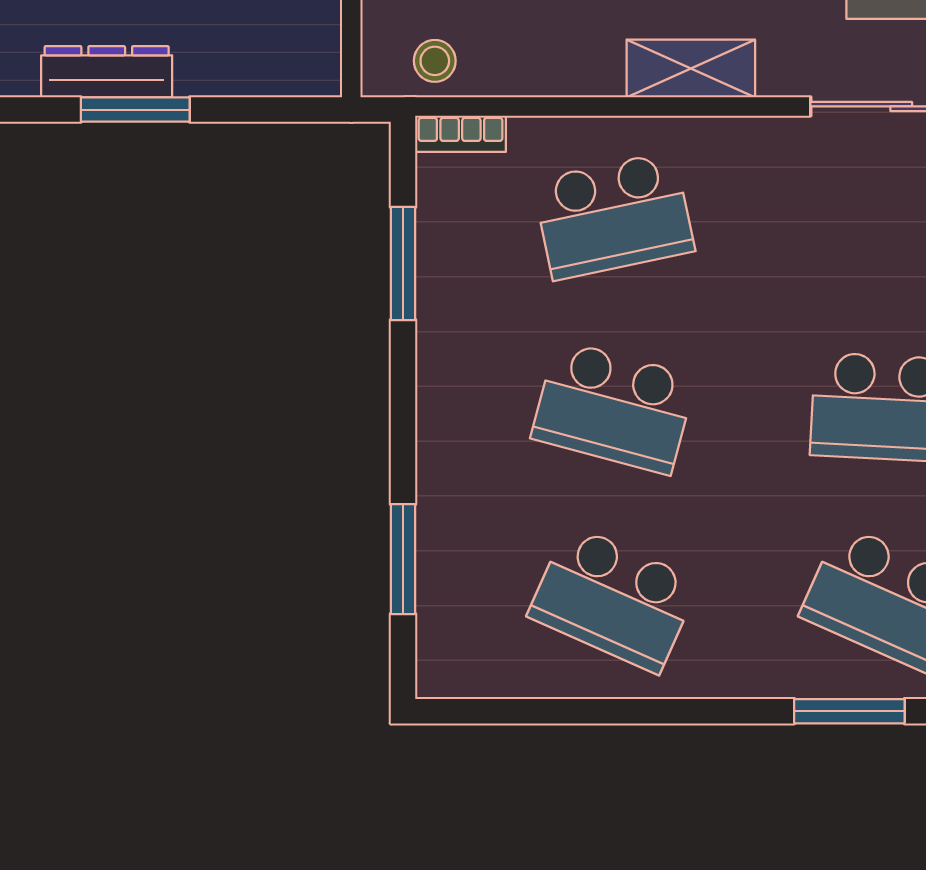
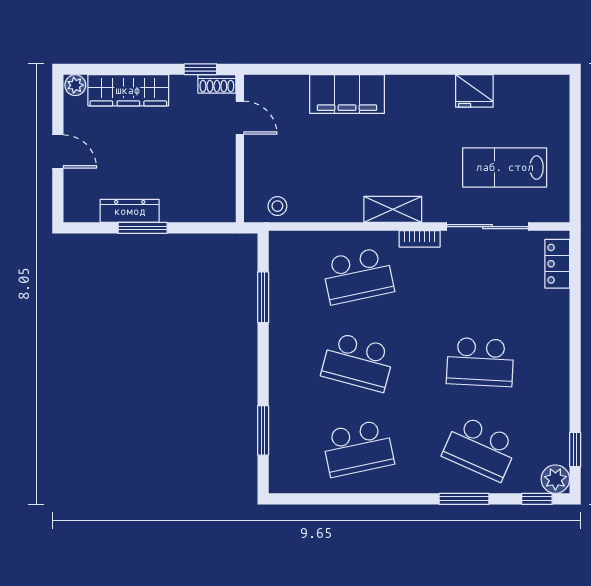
bookcase: (461, 134) -> (420, 239), moved
school desk: (614, 599) -> (358, 448), turned -36

